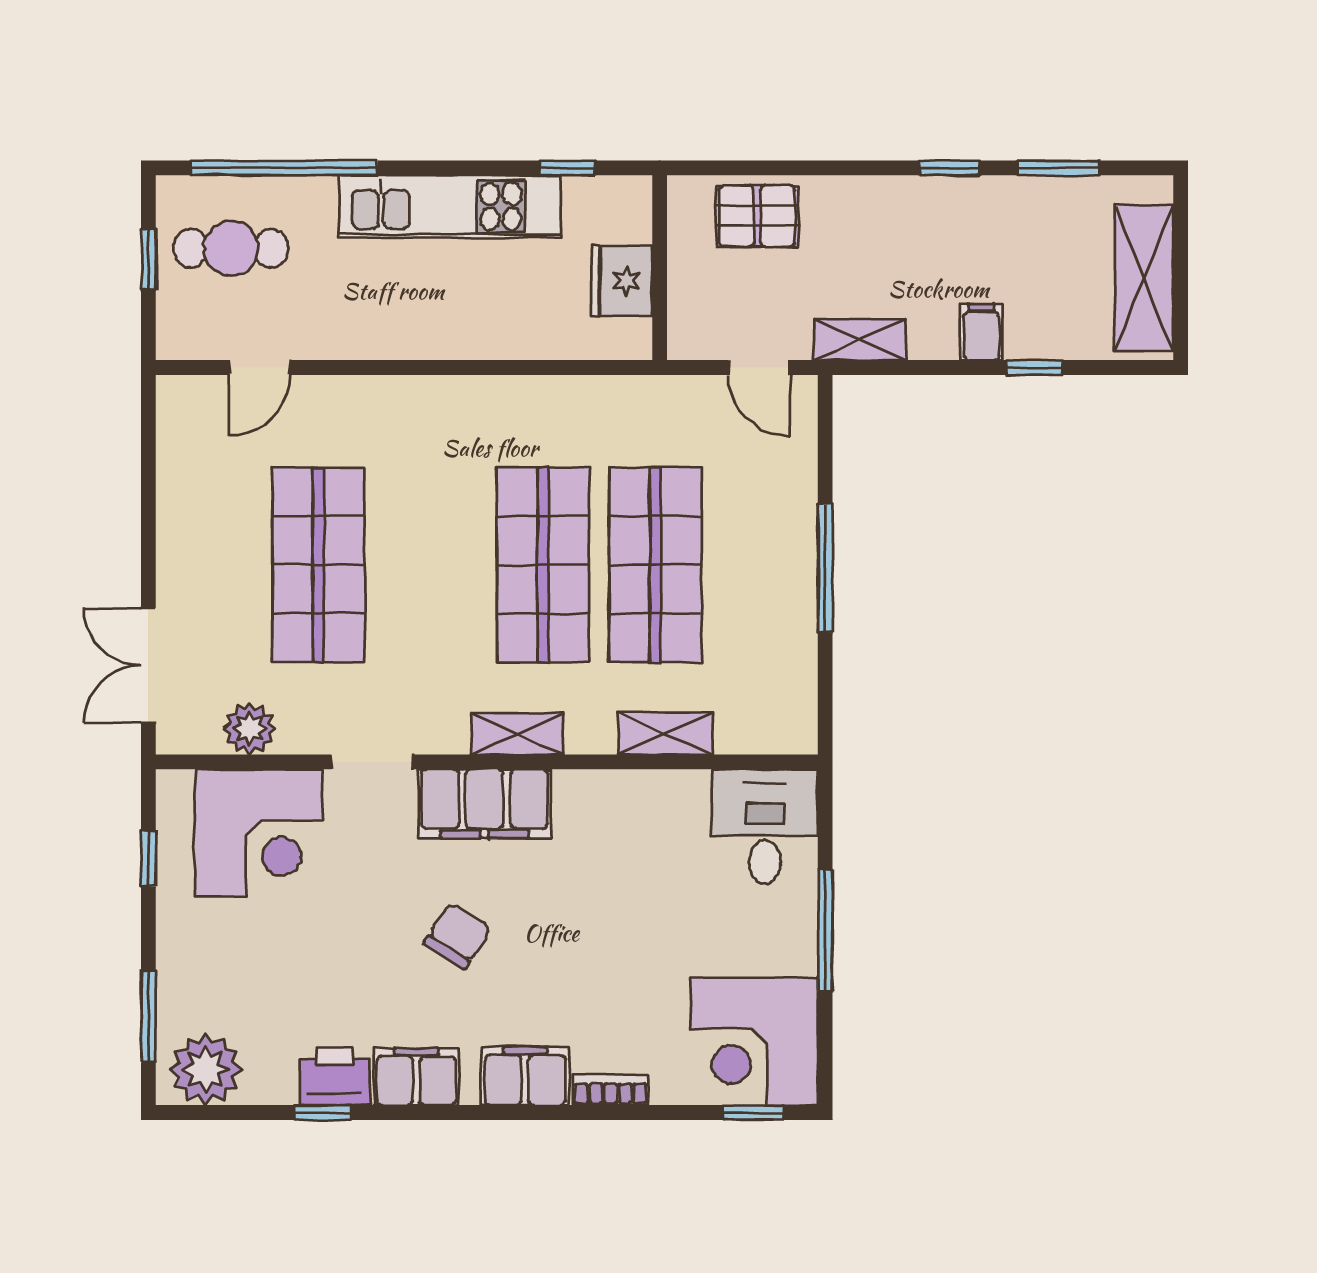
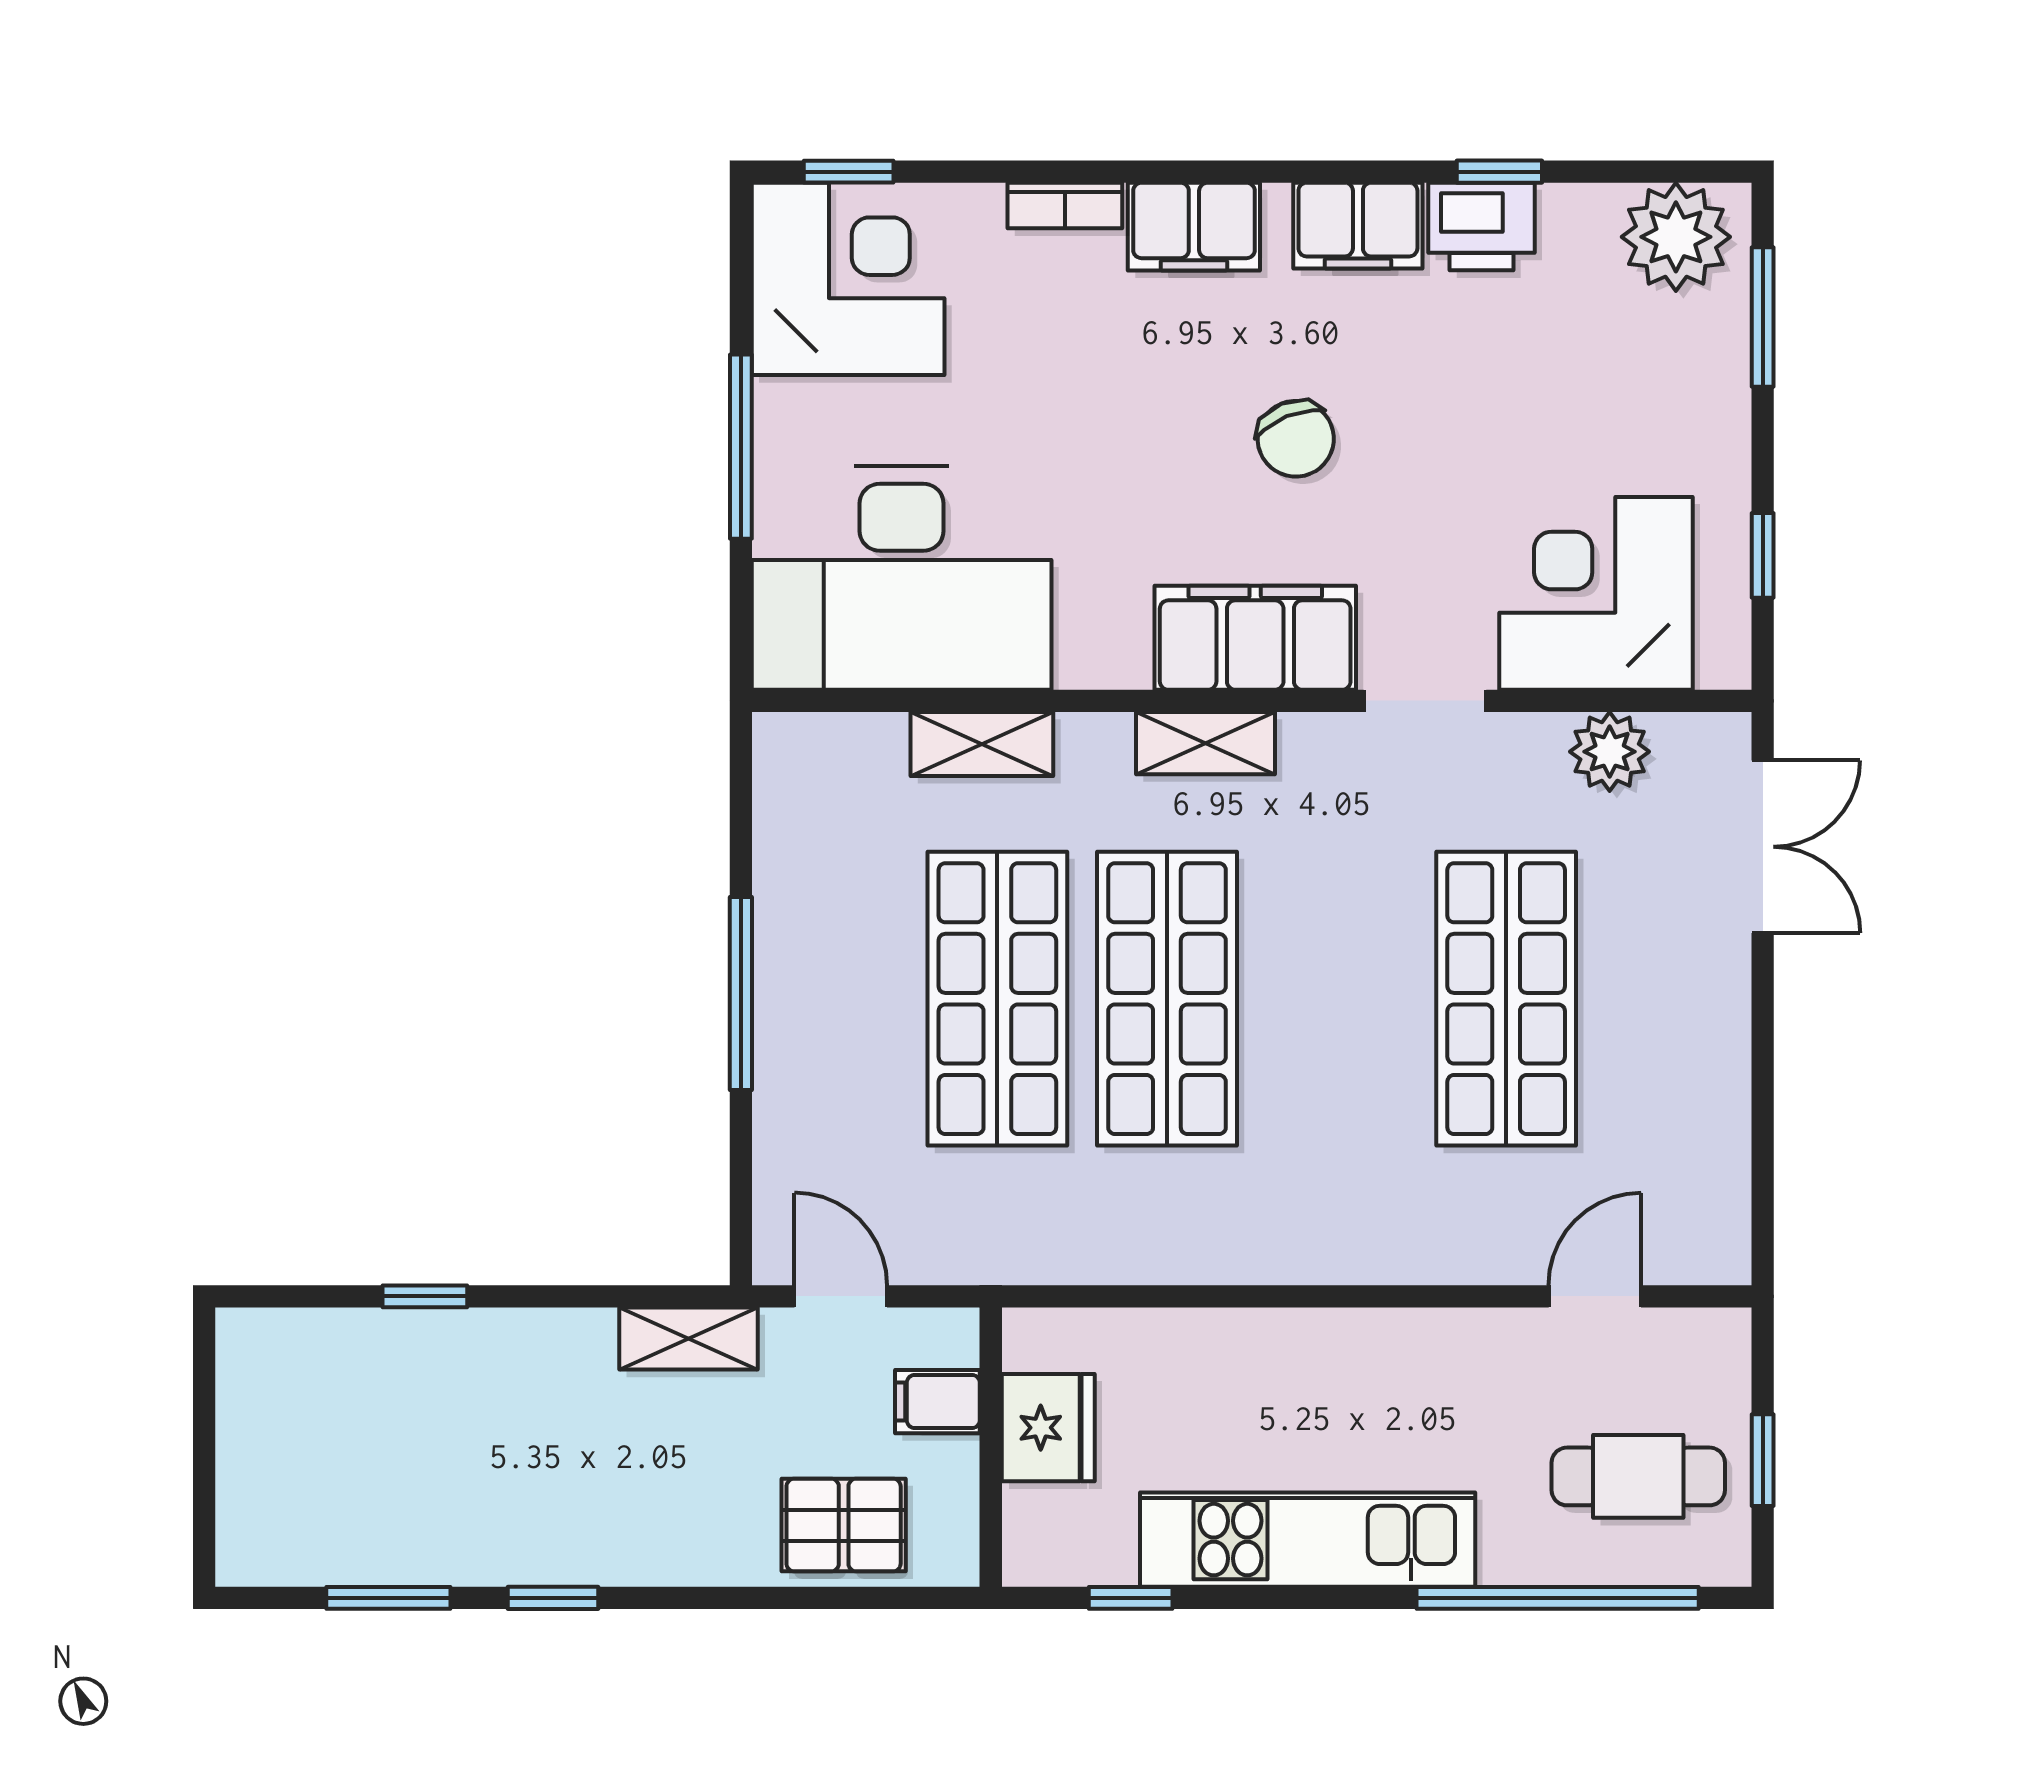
shelving: (1144, 278) -> (259, 1431), removed
filing cabinet: (982, 332) -> (937, 1402), moved, turned 90
desk: (765, 826) -> (902, 578), width x1.87, depth x1.30
chair: (458, 936) -> (1296, 439), turned -55

